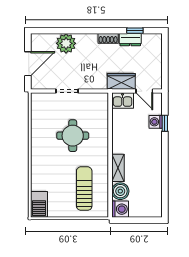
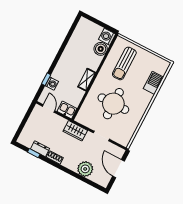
door: (28, 64) -> (119, 169), hinge flipped
wardrobe: (121, 81) -> (75, 131), moved
round table: (73, 136) -> (113, 104), width x1.36, depth x1.36
shelving: (118, 168) -> (87, 80), moved
barbecue: (39, 204) -> (153, 83), moved

